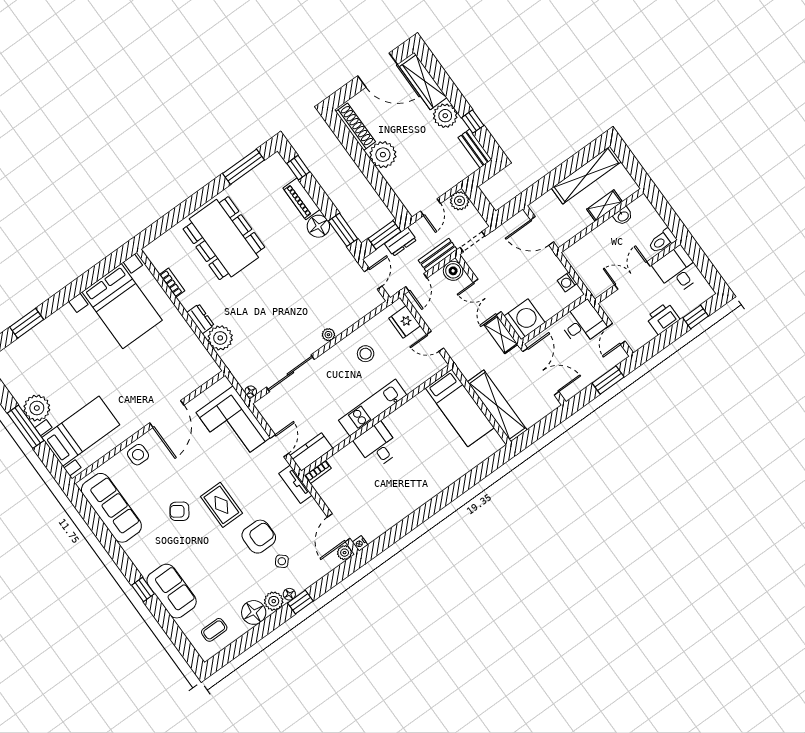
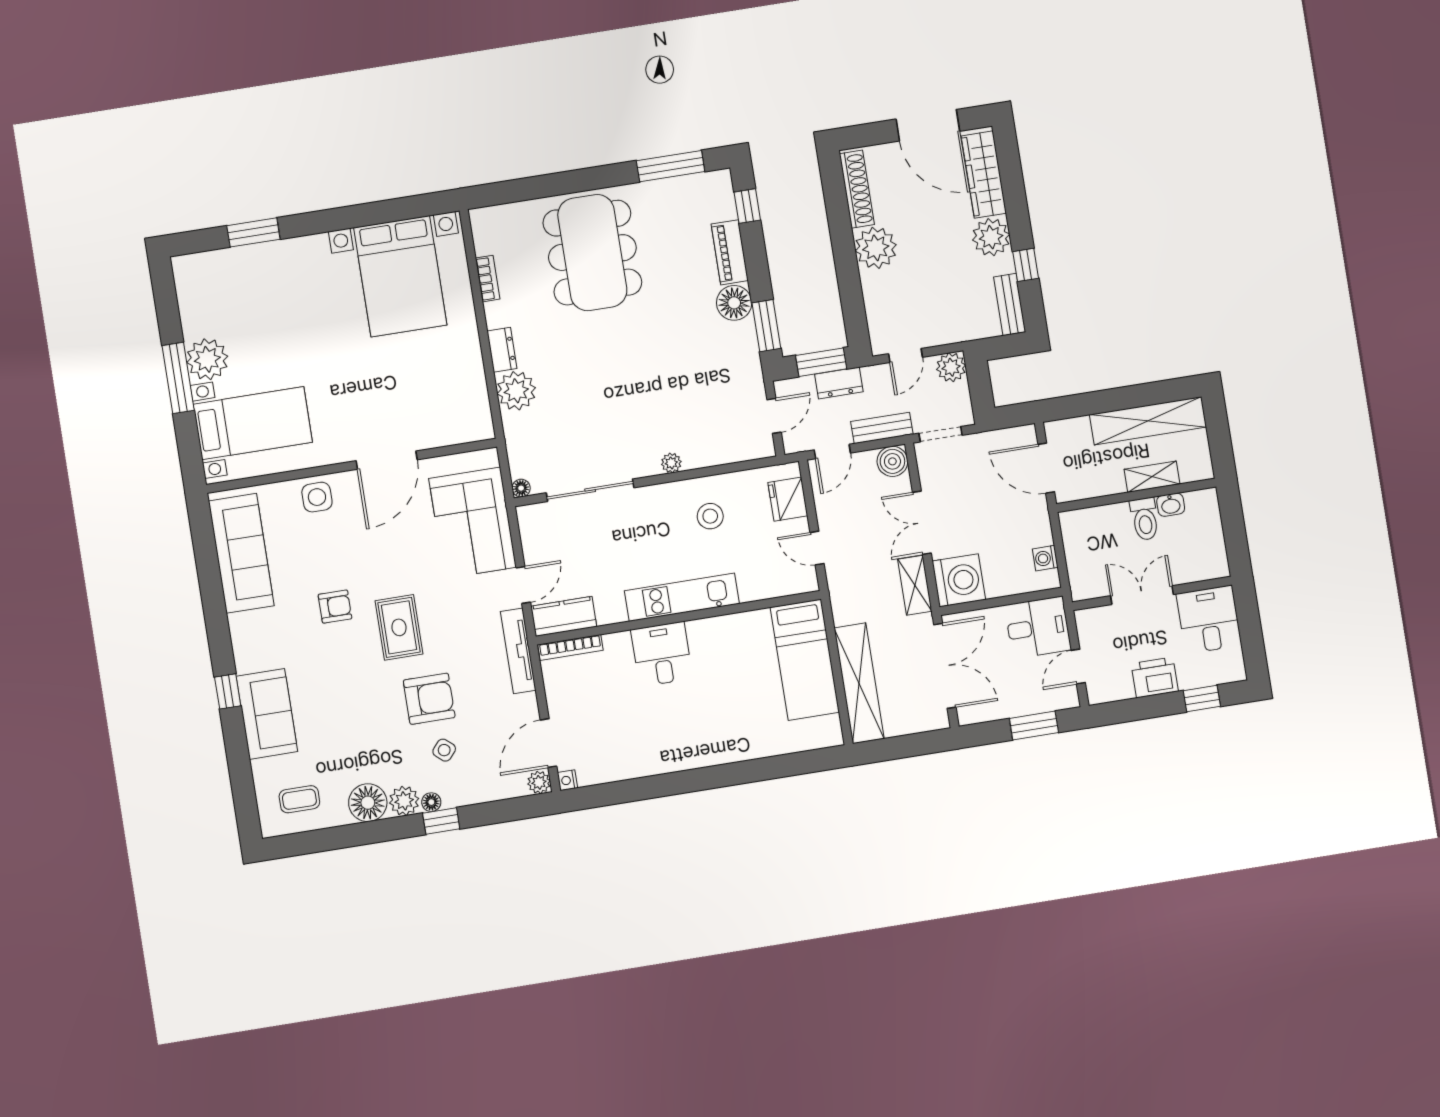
toilet: (662, 241) -> (1145, 519), moved, turned -90
bookcase: (318, 472) -> (570, 647), width x1.56
tv unit: (295, 484) -> (518, 651), width x1.41
armchair: (179, 511) -> (335, 607), turned 145

